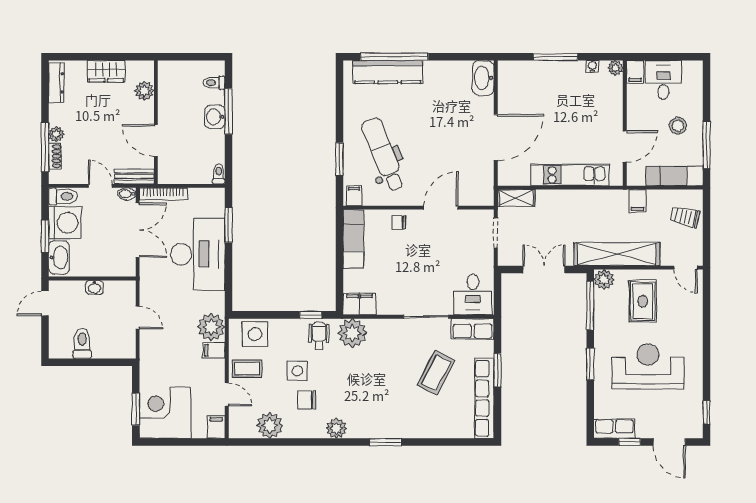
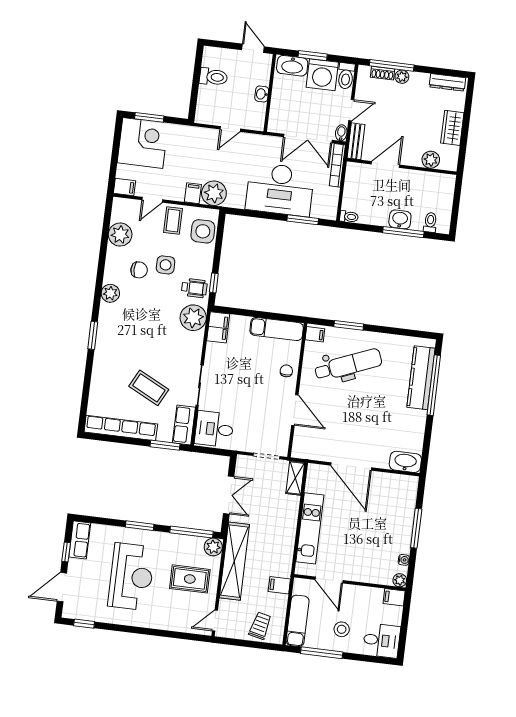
desk: (663, 80) -> (382, 640), moved
window: (498, 370) -> (165, 445), moved
chair: (306, 400) -> (139, 270), turned 91

